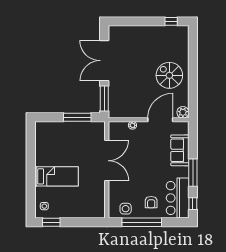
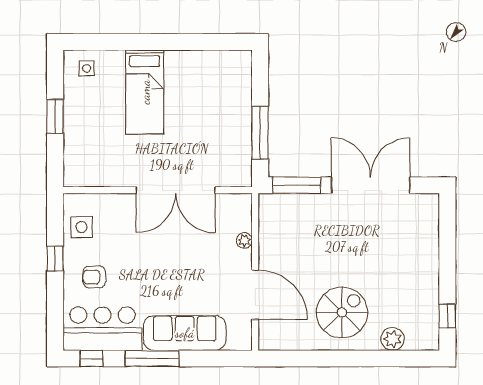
plant: (183, 112) -> (392, 339), moved
sofa: (180, 150) -> (185, 333), width x1.36
window: (51, 222) -> (55, 116), moved
window: (142, 222) -> (55, 259), width x0.32

